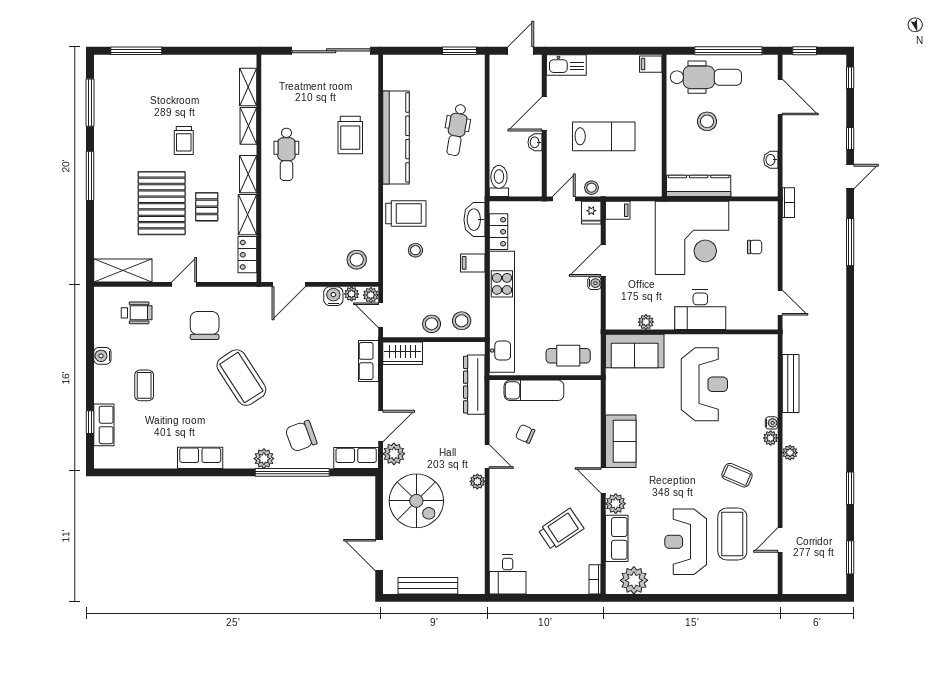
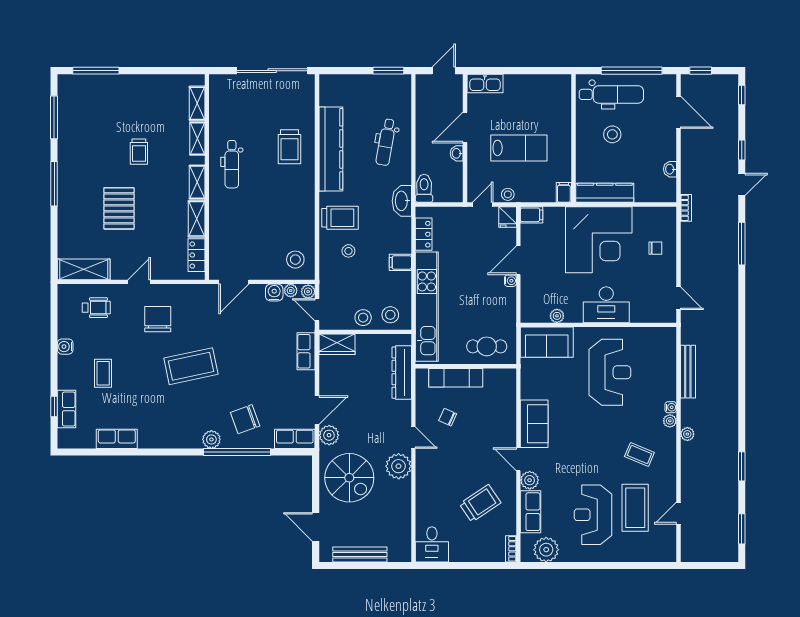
filing cabinet: (651, 64) -> (564, 192), moved, turned 90
pallet: (162, 203) -> (119, 208), width x0.73, depth x0.71
pallet: (207, 207) -> (160, 212), removed
washbasin: (474, 220) -> (402, 201), moved
coffee table: (241, 378) -> (191, 366), turned -69
row of seats: (200, 458) -> (117, 439), moved
plant: (477, 481) -> (399, 466), width x1.88, depth x1.88

